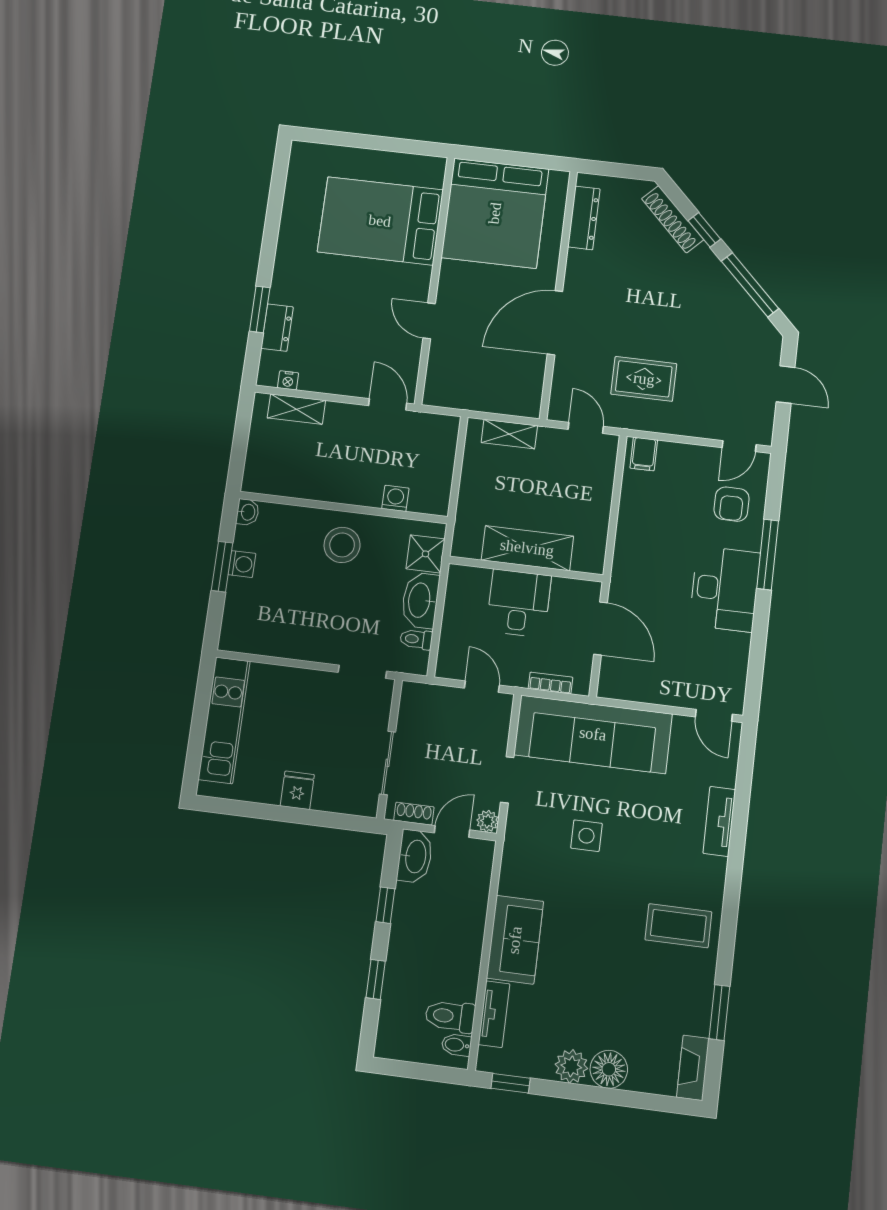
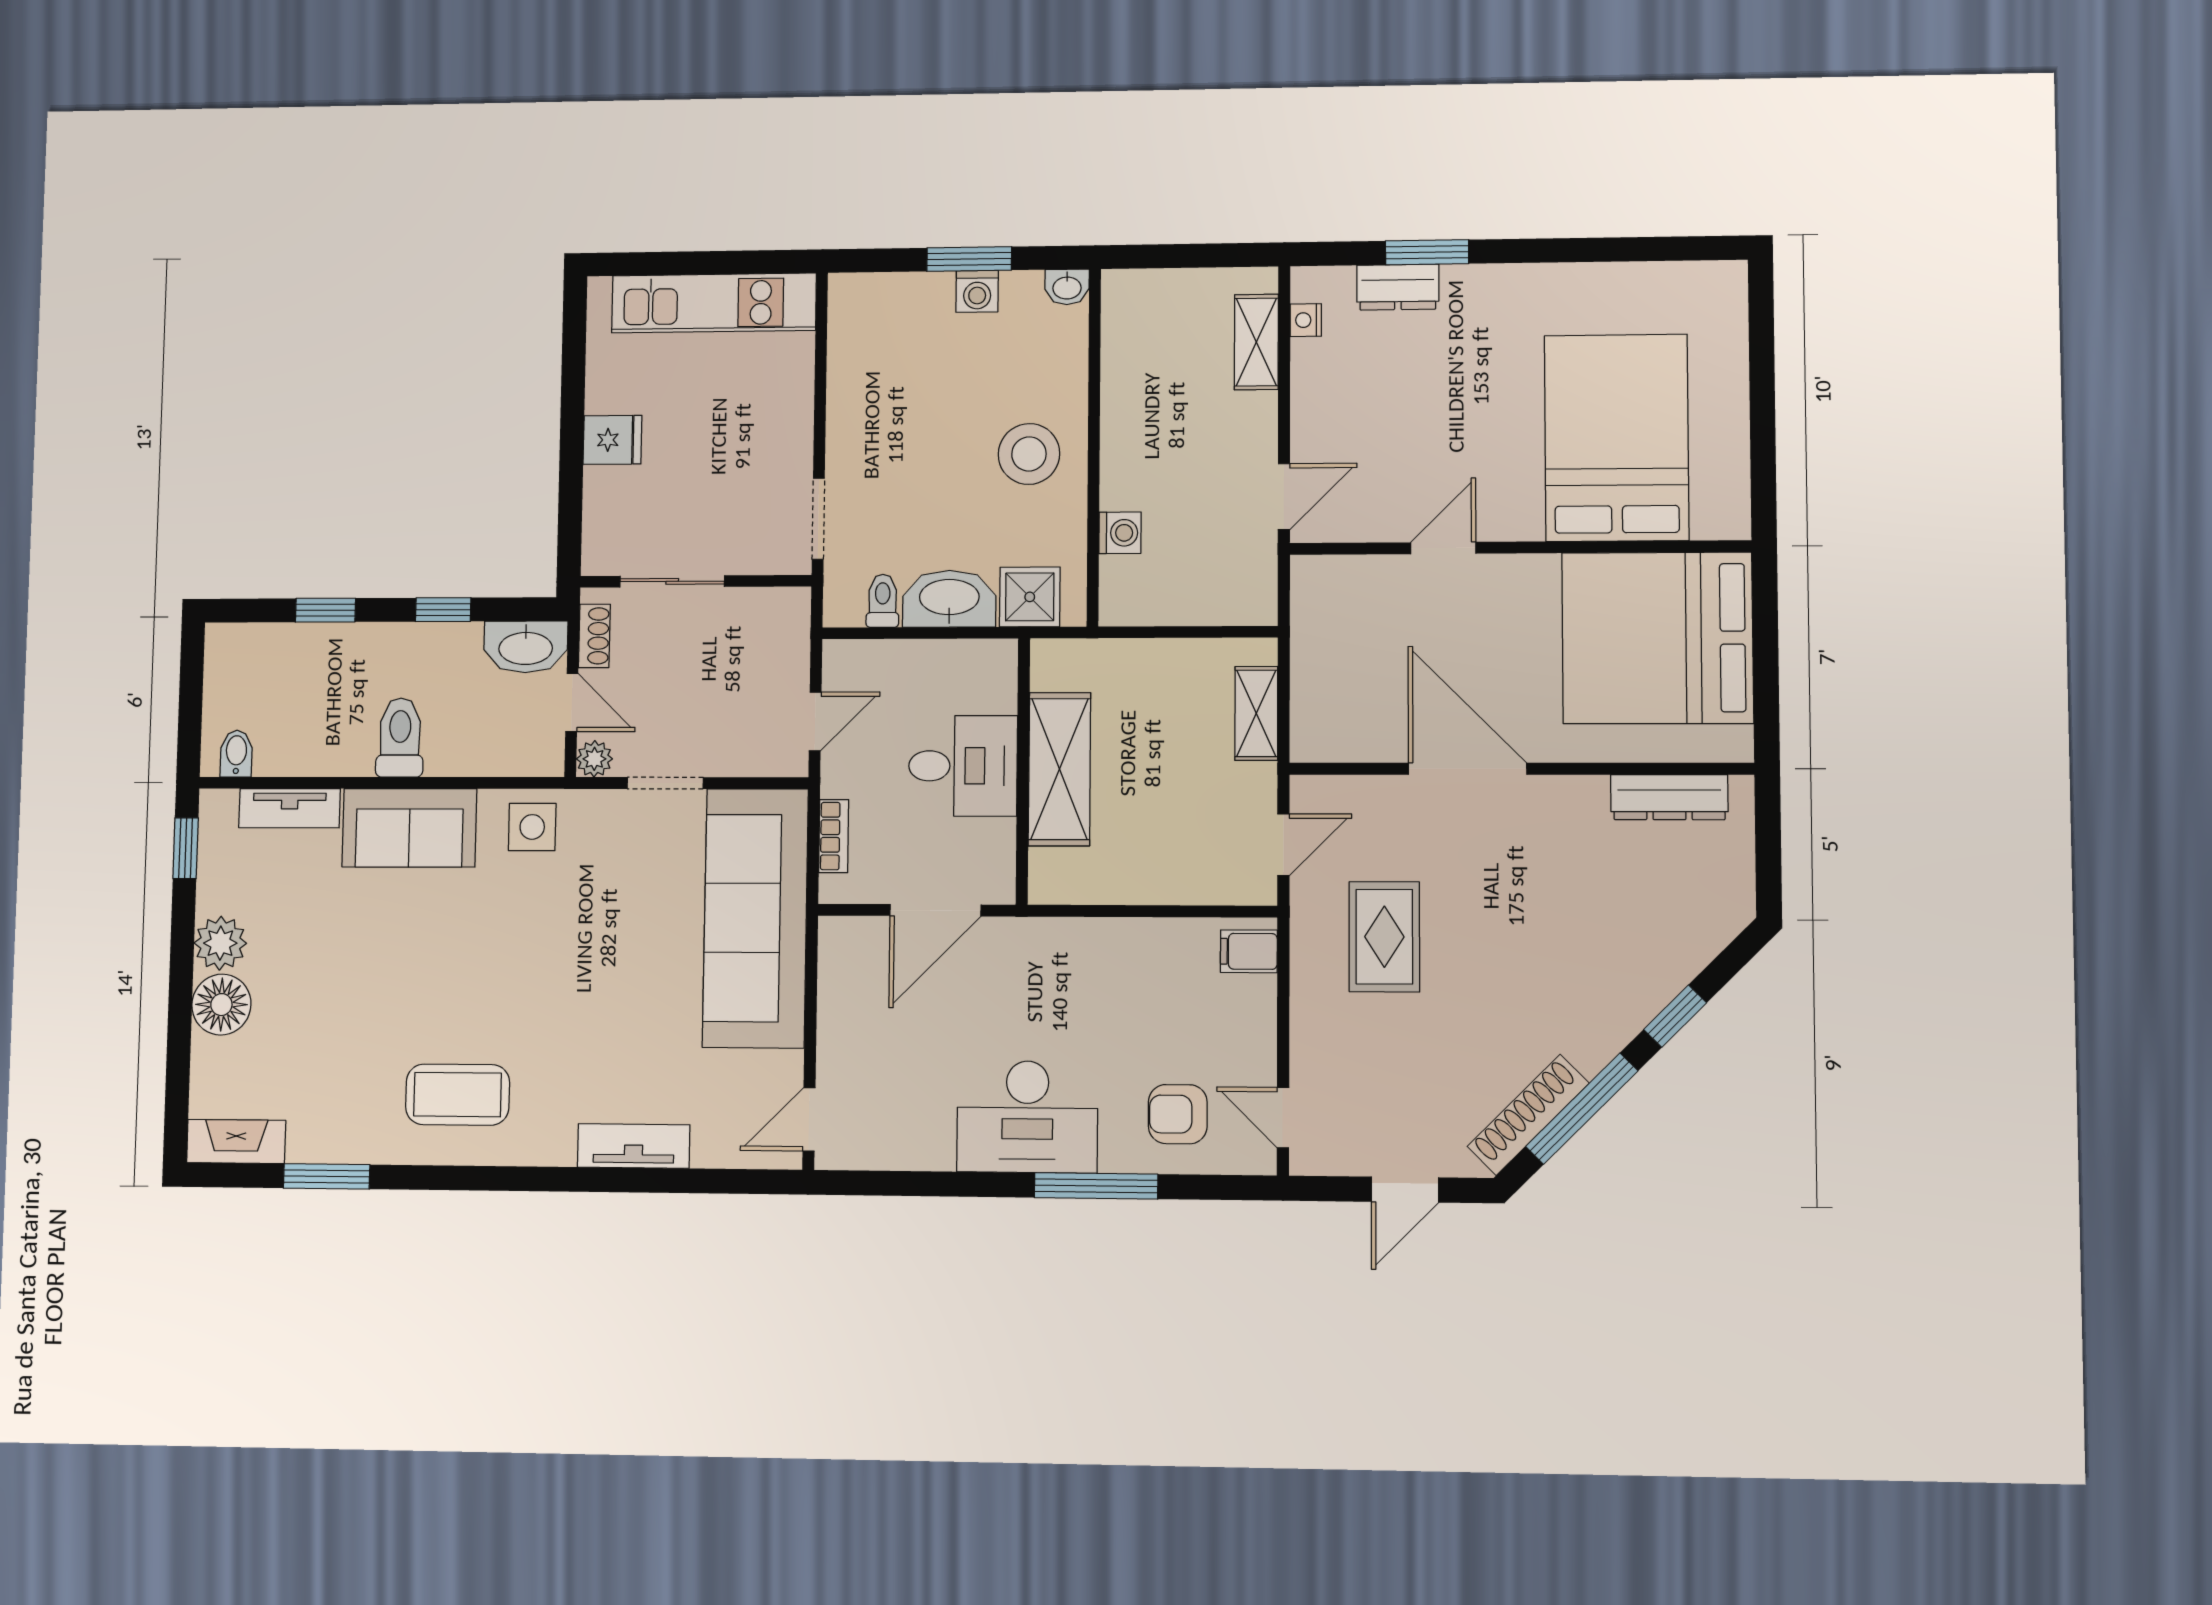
shoe rack: (673, 219) -> (1528, 1115), moved
side table: (586, 836) -> (532, 827), moved
coffee table: (678, 926) -> (458, 1095), turned 90
toilet: (450, 1016) -> (400, 738), moved

